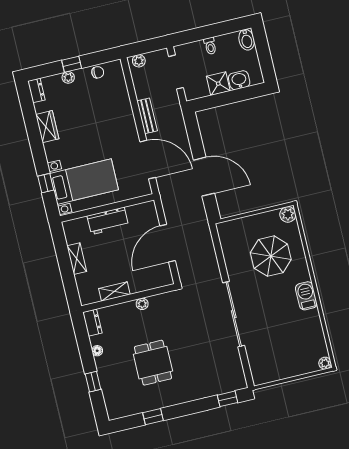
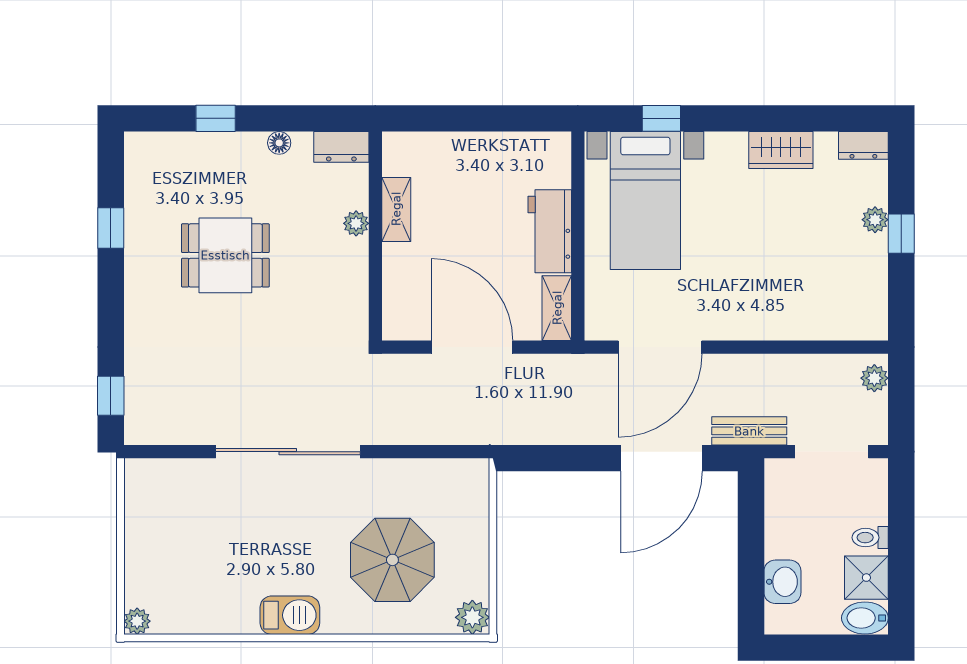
chair: (98, 72) -> (871, 285), removed
shower: (218, 84) -> (866, 578), moved
bench: (147, 116) -> (749, 431), moved
door: (204, 177) -> (661, 458), moved
shelving: (77, 259) -> (557, 308), moved, turned 90
plant: (142, 304) -> (356, 223), moved

